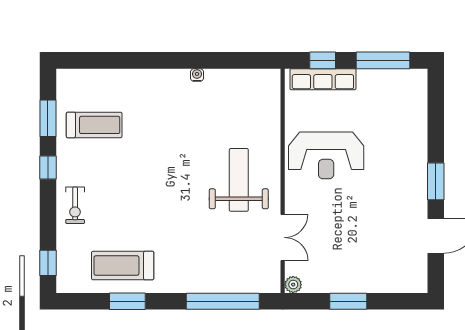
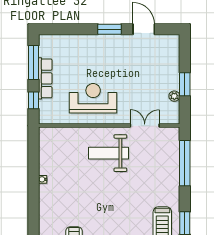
row of seats: (323, 79) -> (45, 78), moved
reception desk: (326, 155) -> (93, 98), turned -90
plant: (293, 285) -> (174, 96), moved

